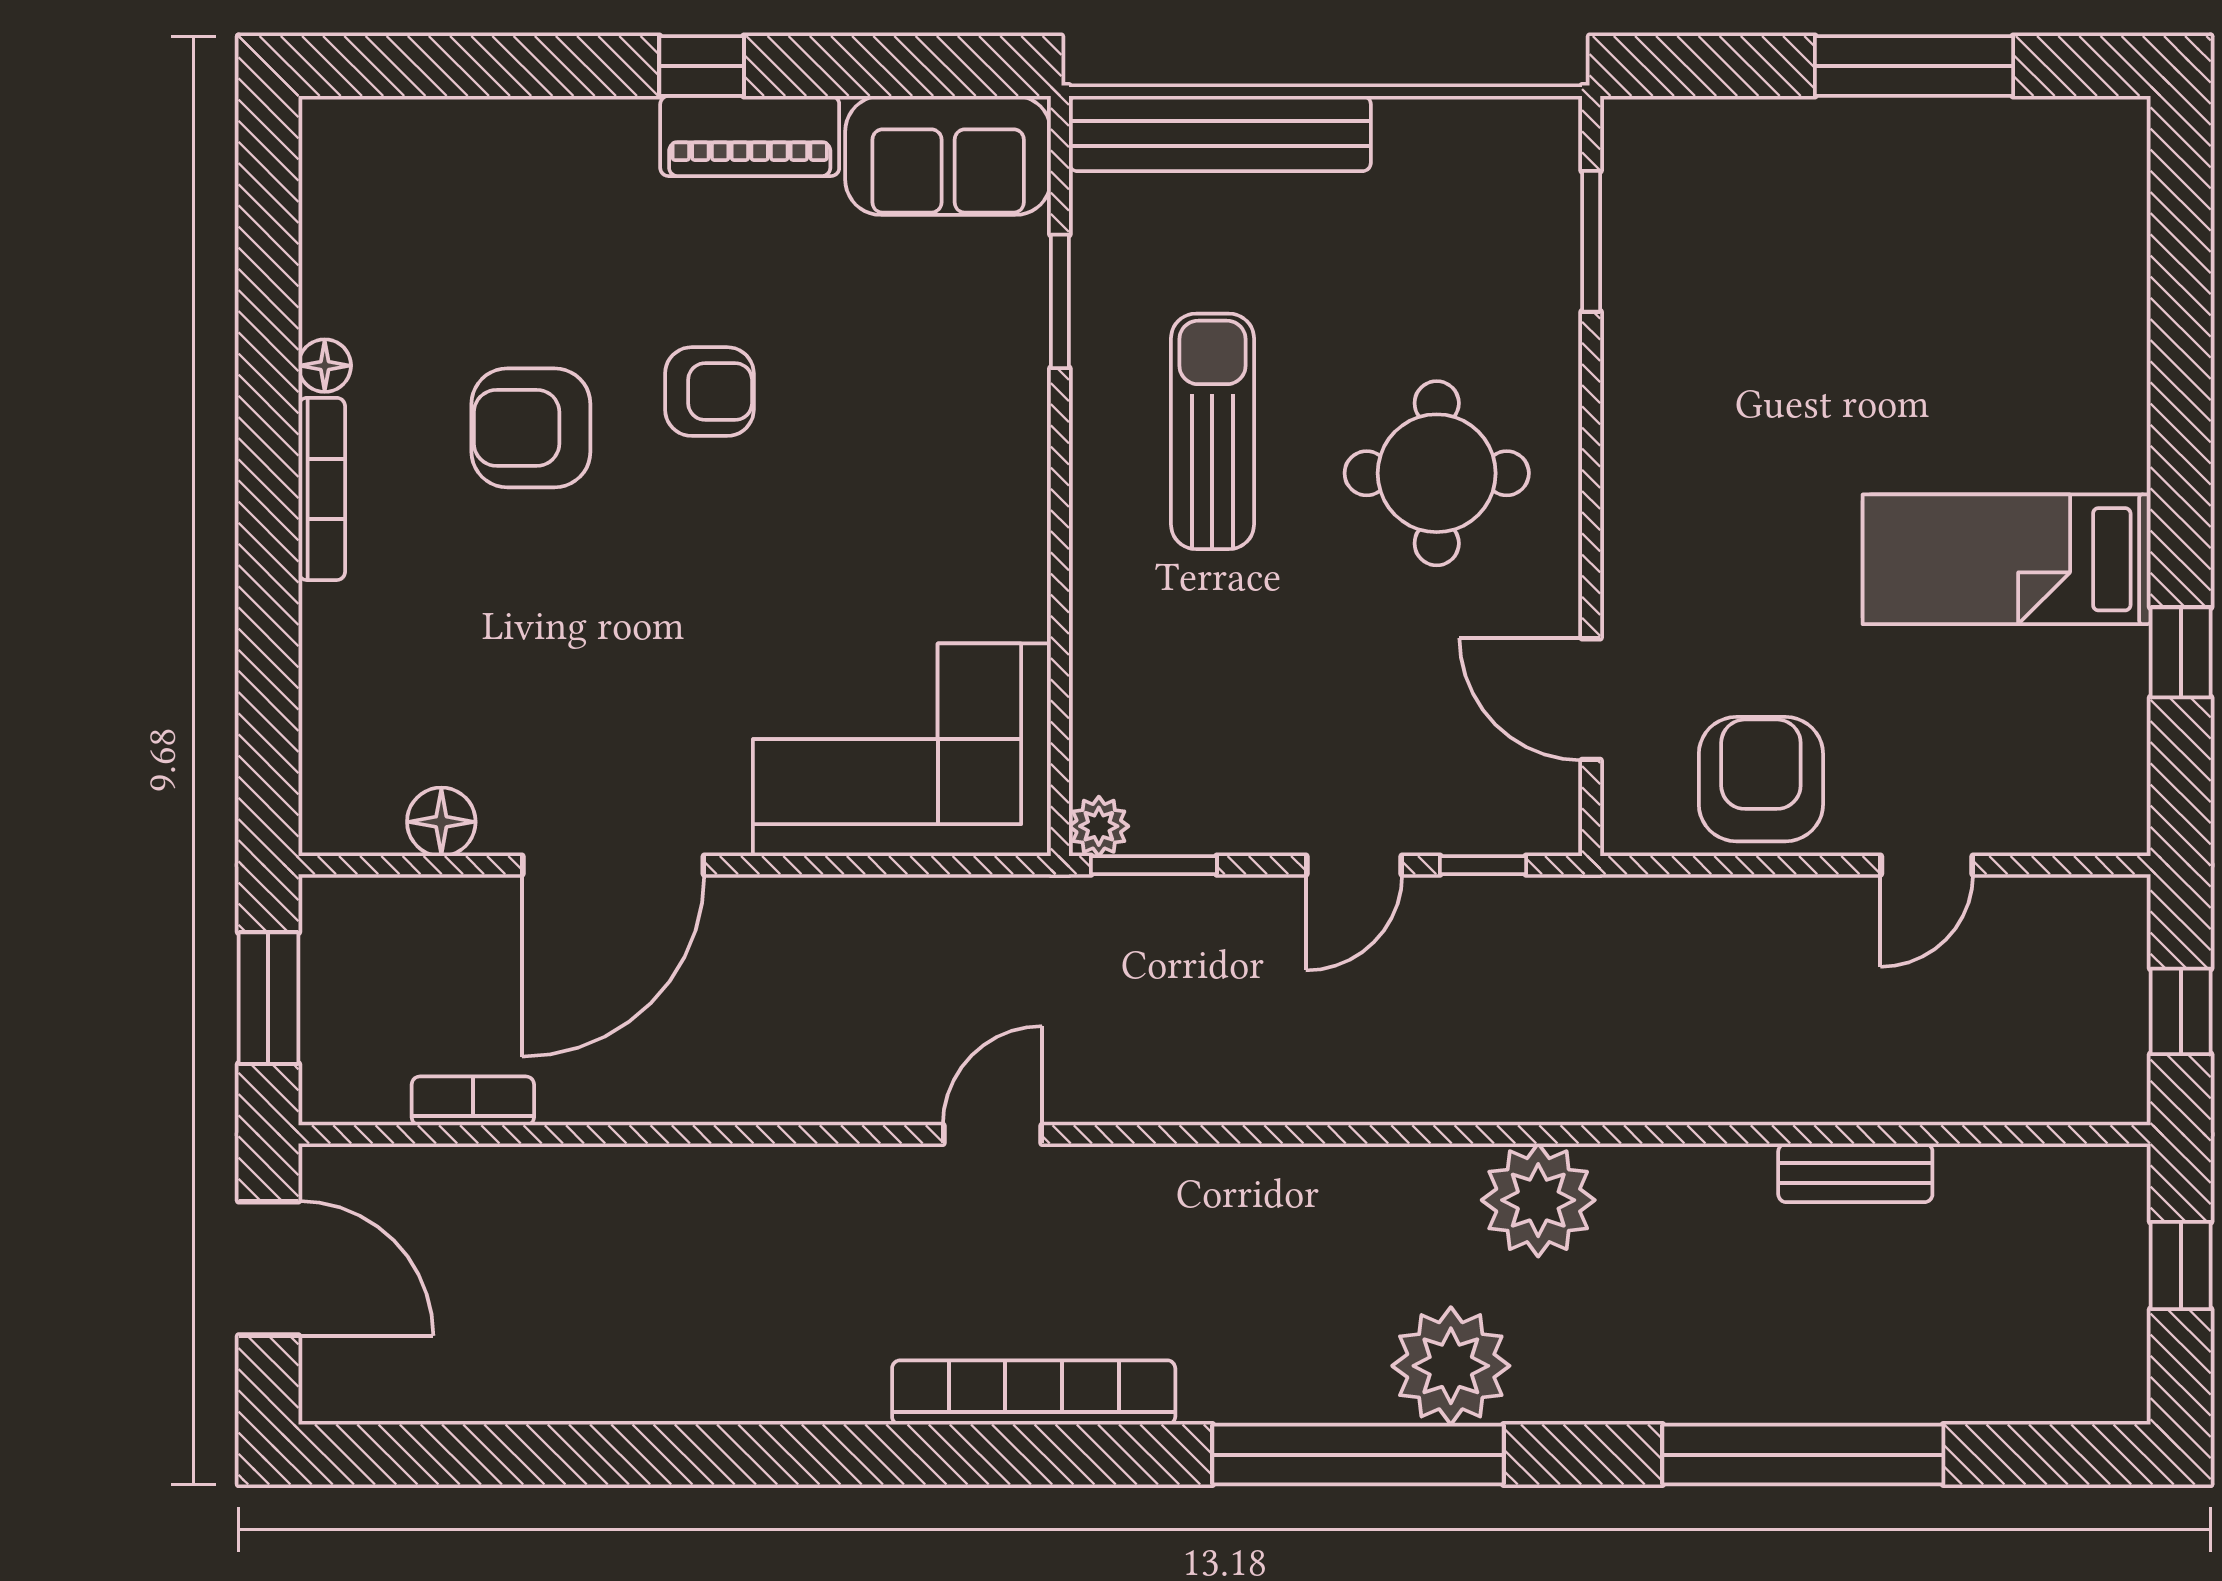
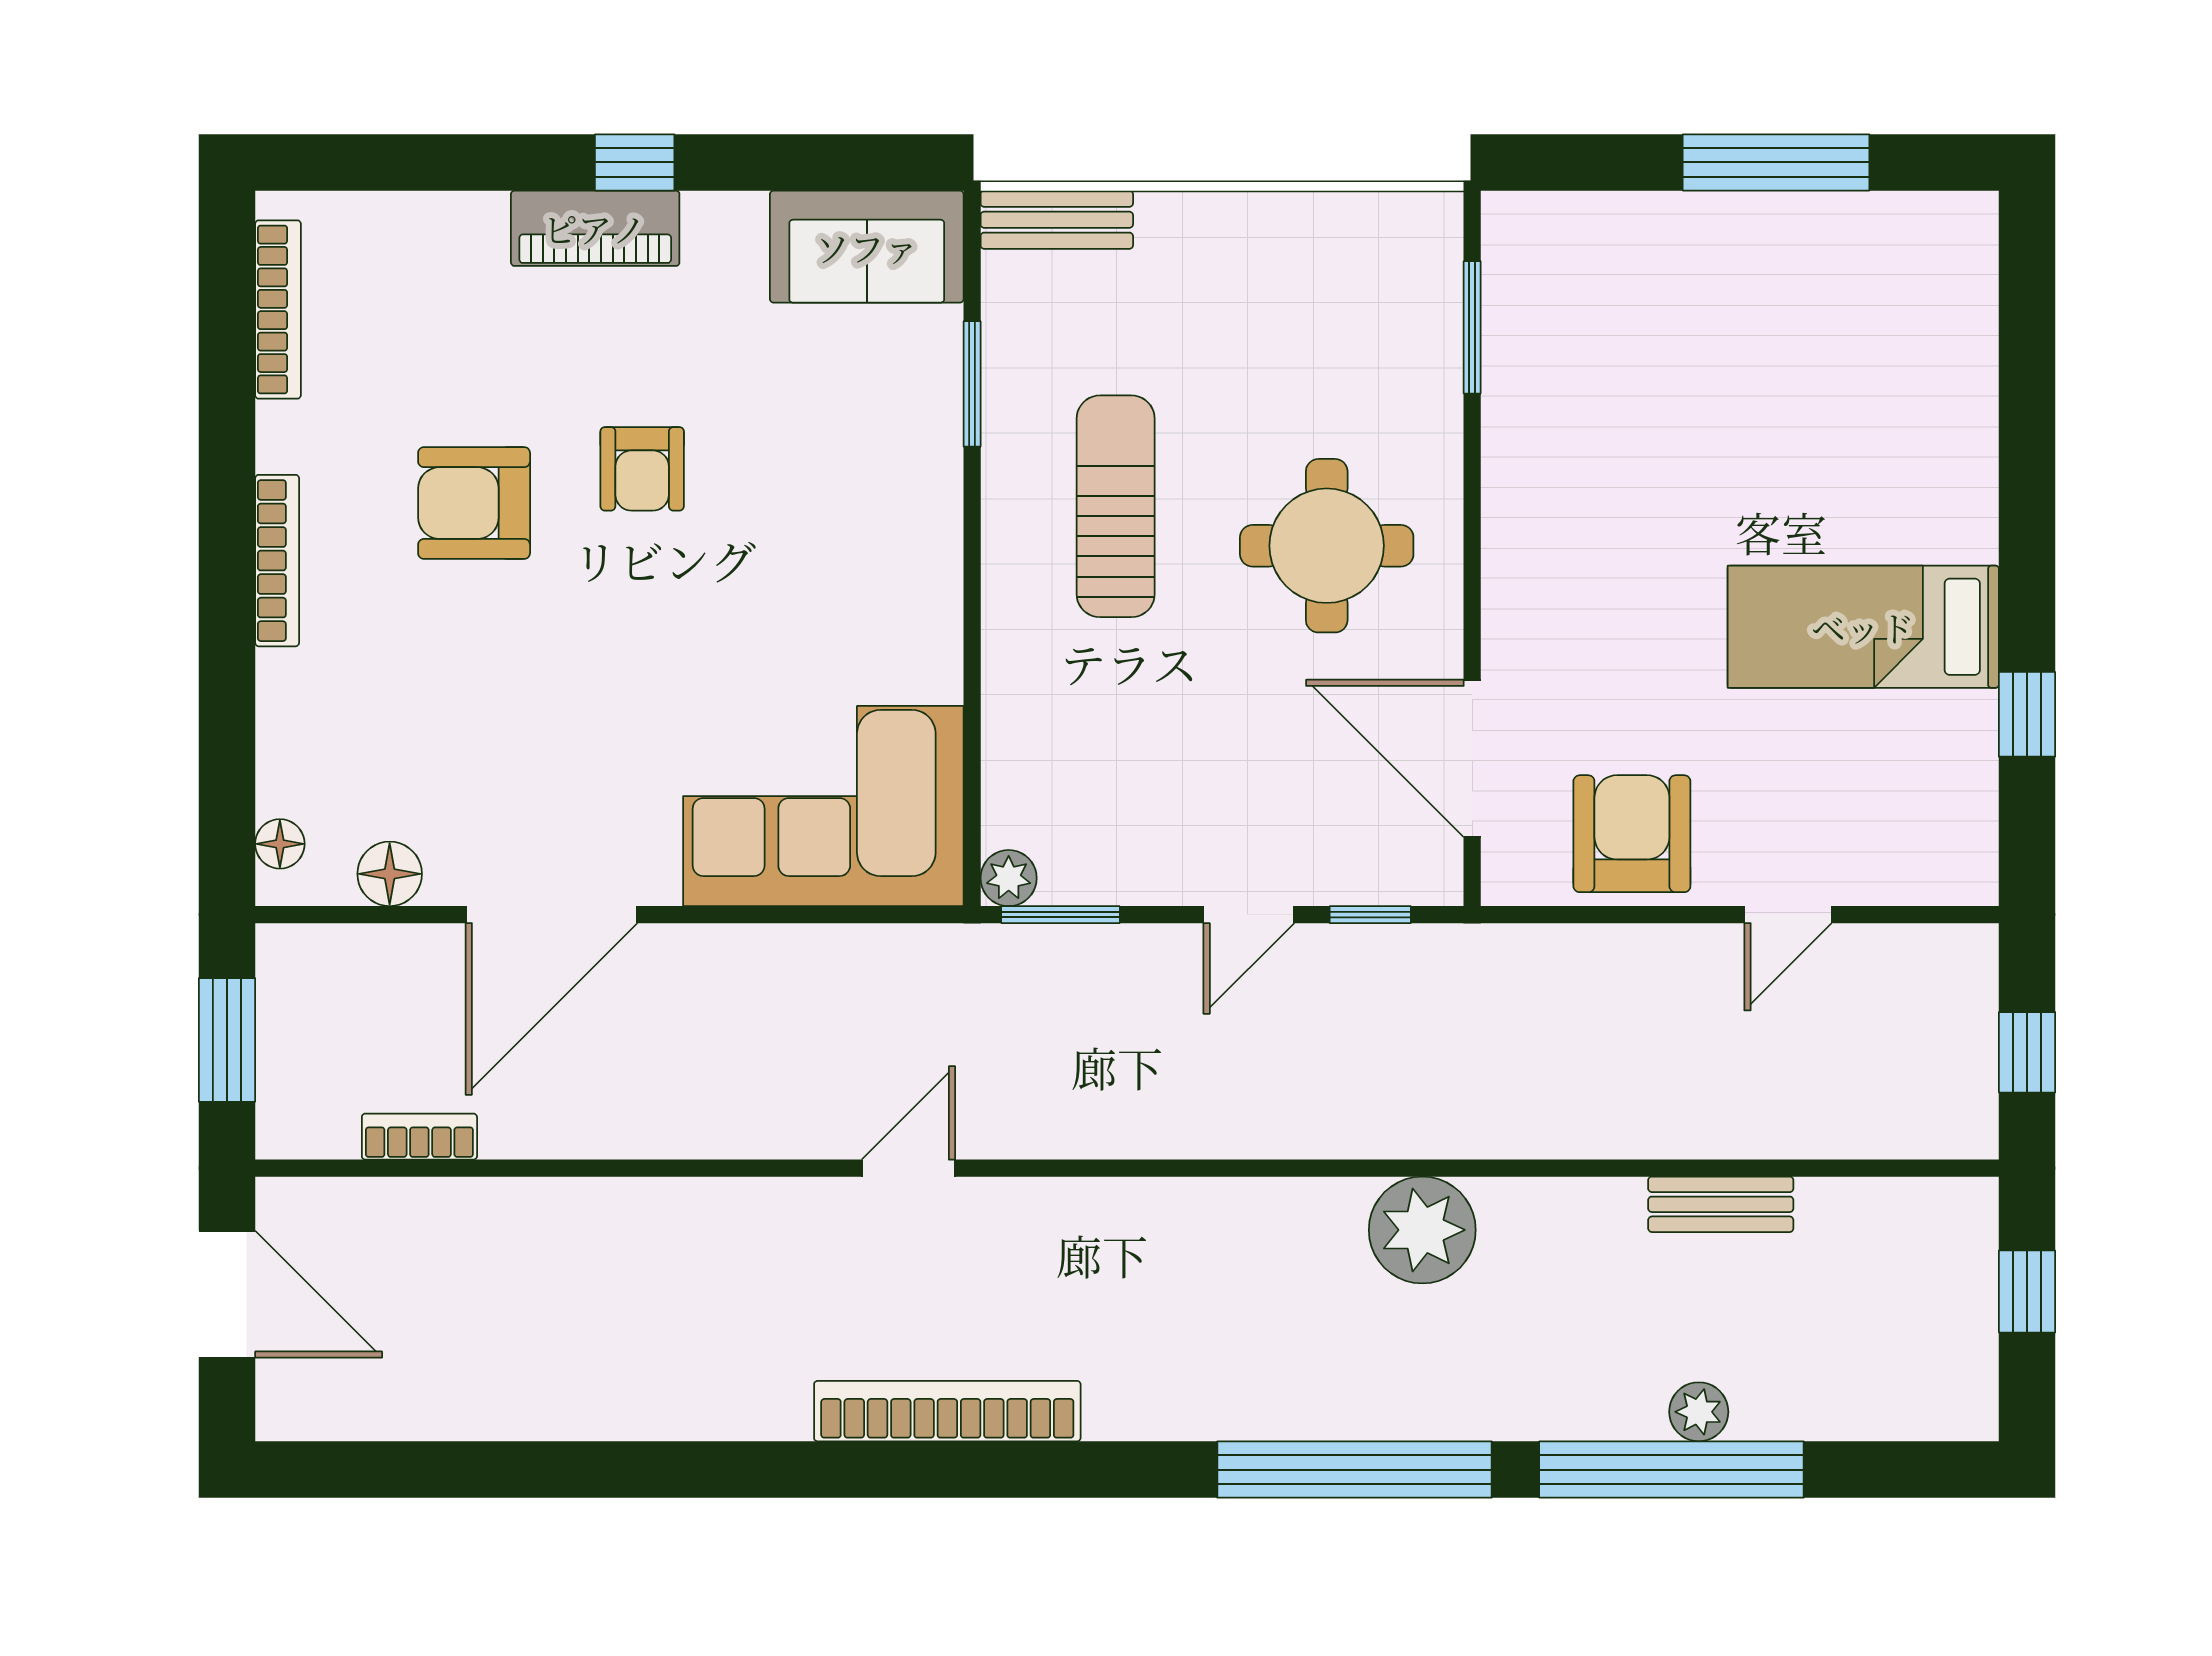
bench: (1220, 134) -> (1057, 220), width x0.54, depth x0.82
piano: (750, 136) -> (595, 228), moved
bookcase: (323, 222) -> (278, 309), added
floor lamp: (325, 366) -> (280, 844), moved
armchair: (709, 392) -> (642, 469), turned 90
door: (1591, 699) -> (1472, 758), width x1.36
plant: (1451, 1366) -> (1699, 1412), moved, width x0.53, depth x0.53
window: (1358, 1455) -> (1355, 1470), moved

